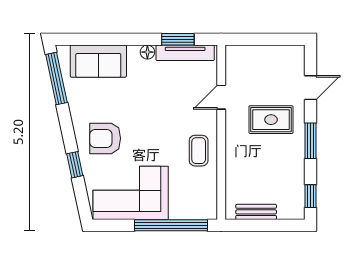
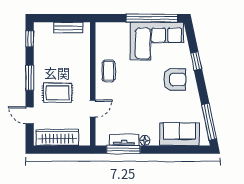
window: (178, 39) -> (123, 150), width x1.44
tv unit: (185, 53) -> (124, 140), width x0.71
wardrobe: (271, 56) -> (57, 137), added
door: (310, 88) -> (30, 115), hinge flipped
window: (171, 225) -> (152, 18), moved

